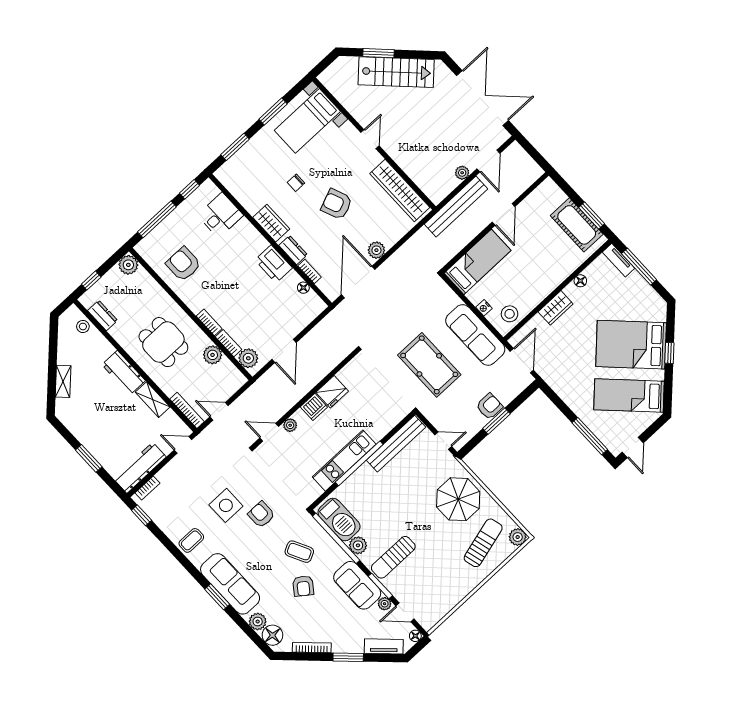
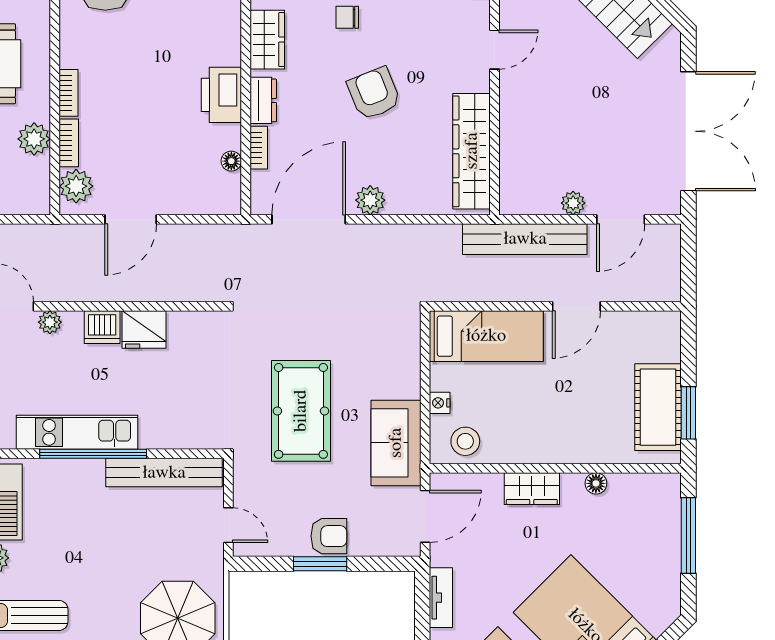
tv unit: (619, 260) -> (441, 598), moved, turned 180
sofa: (475, 335) -> (396, 443), width x0.73

